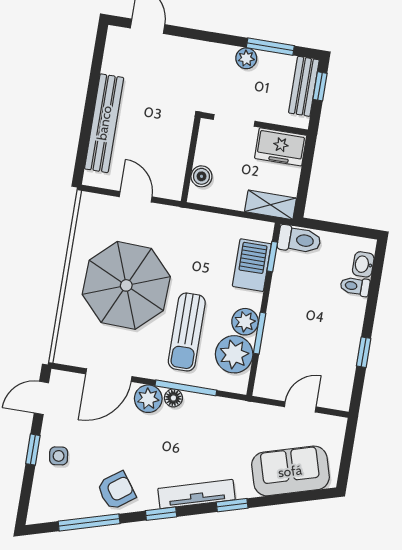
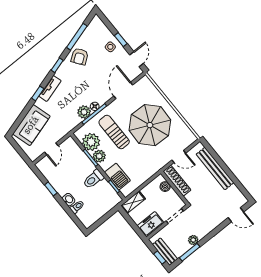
shoe rack: (176, 166) -> (177, 181), added
toilet: (299, 240) -> (93, 179), moved
washbasin: (363, 264) -> (69, 200), moved
plant: (148, 399) -> (84, 112), moved
tv unit: (196, 494) -> (50, 88), width x0.71

